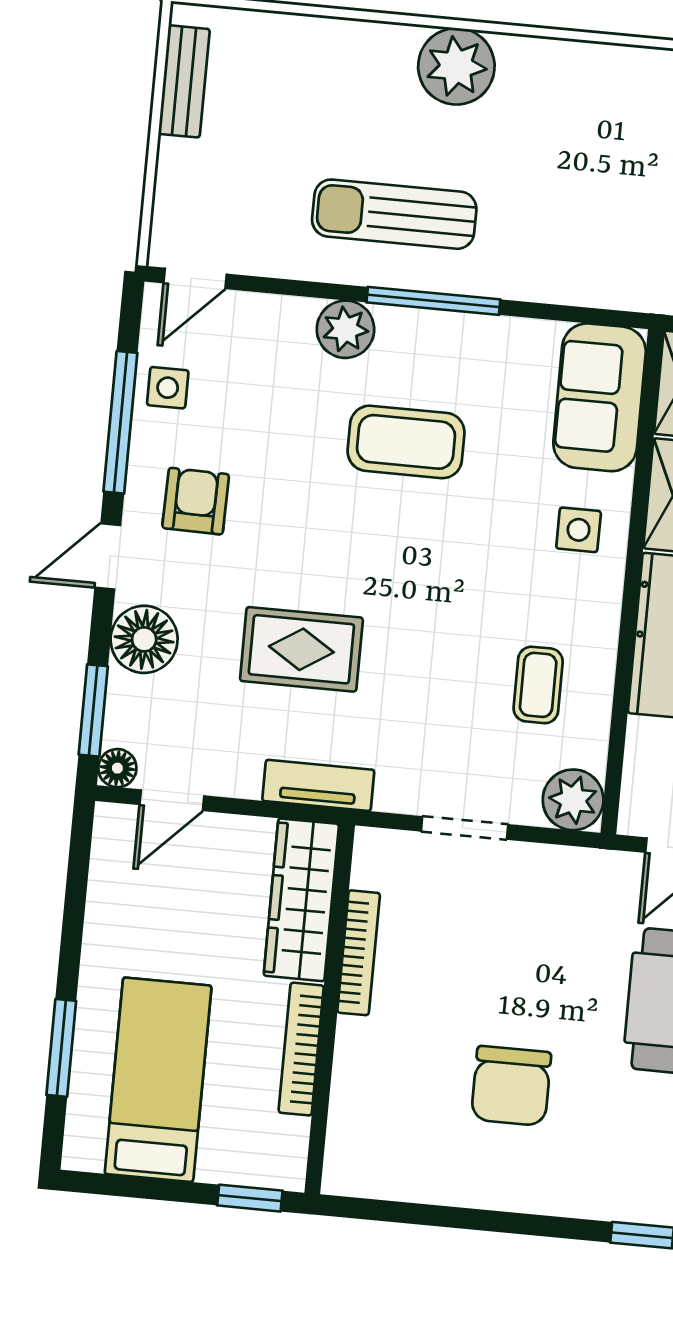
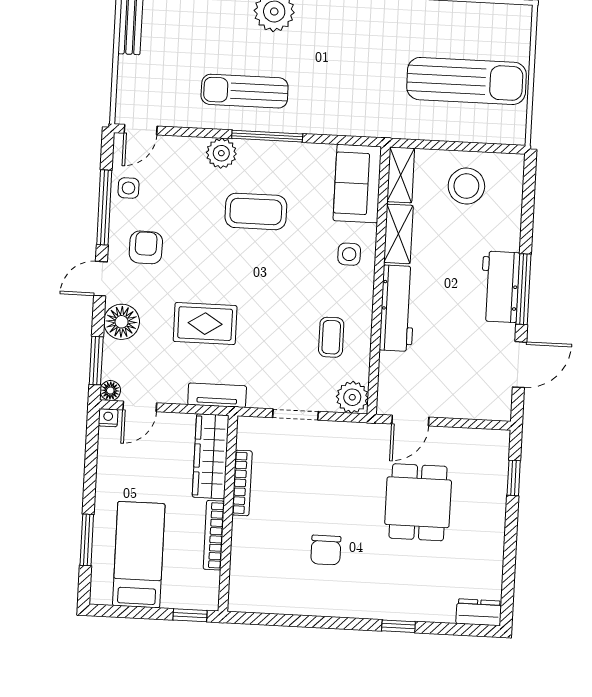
nightstand: (111, 819) -> (108, 418), added
chair: (511, 1086) -> (326, 550), width x0.73, depth x0.73

